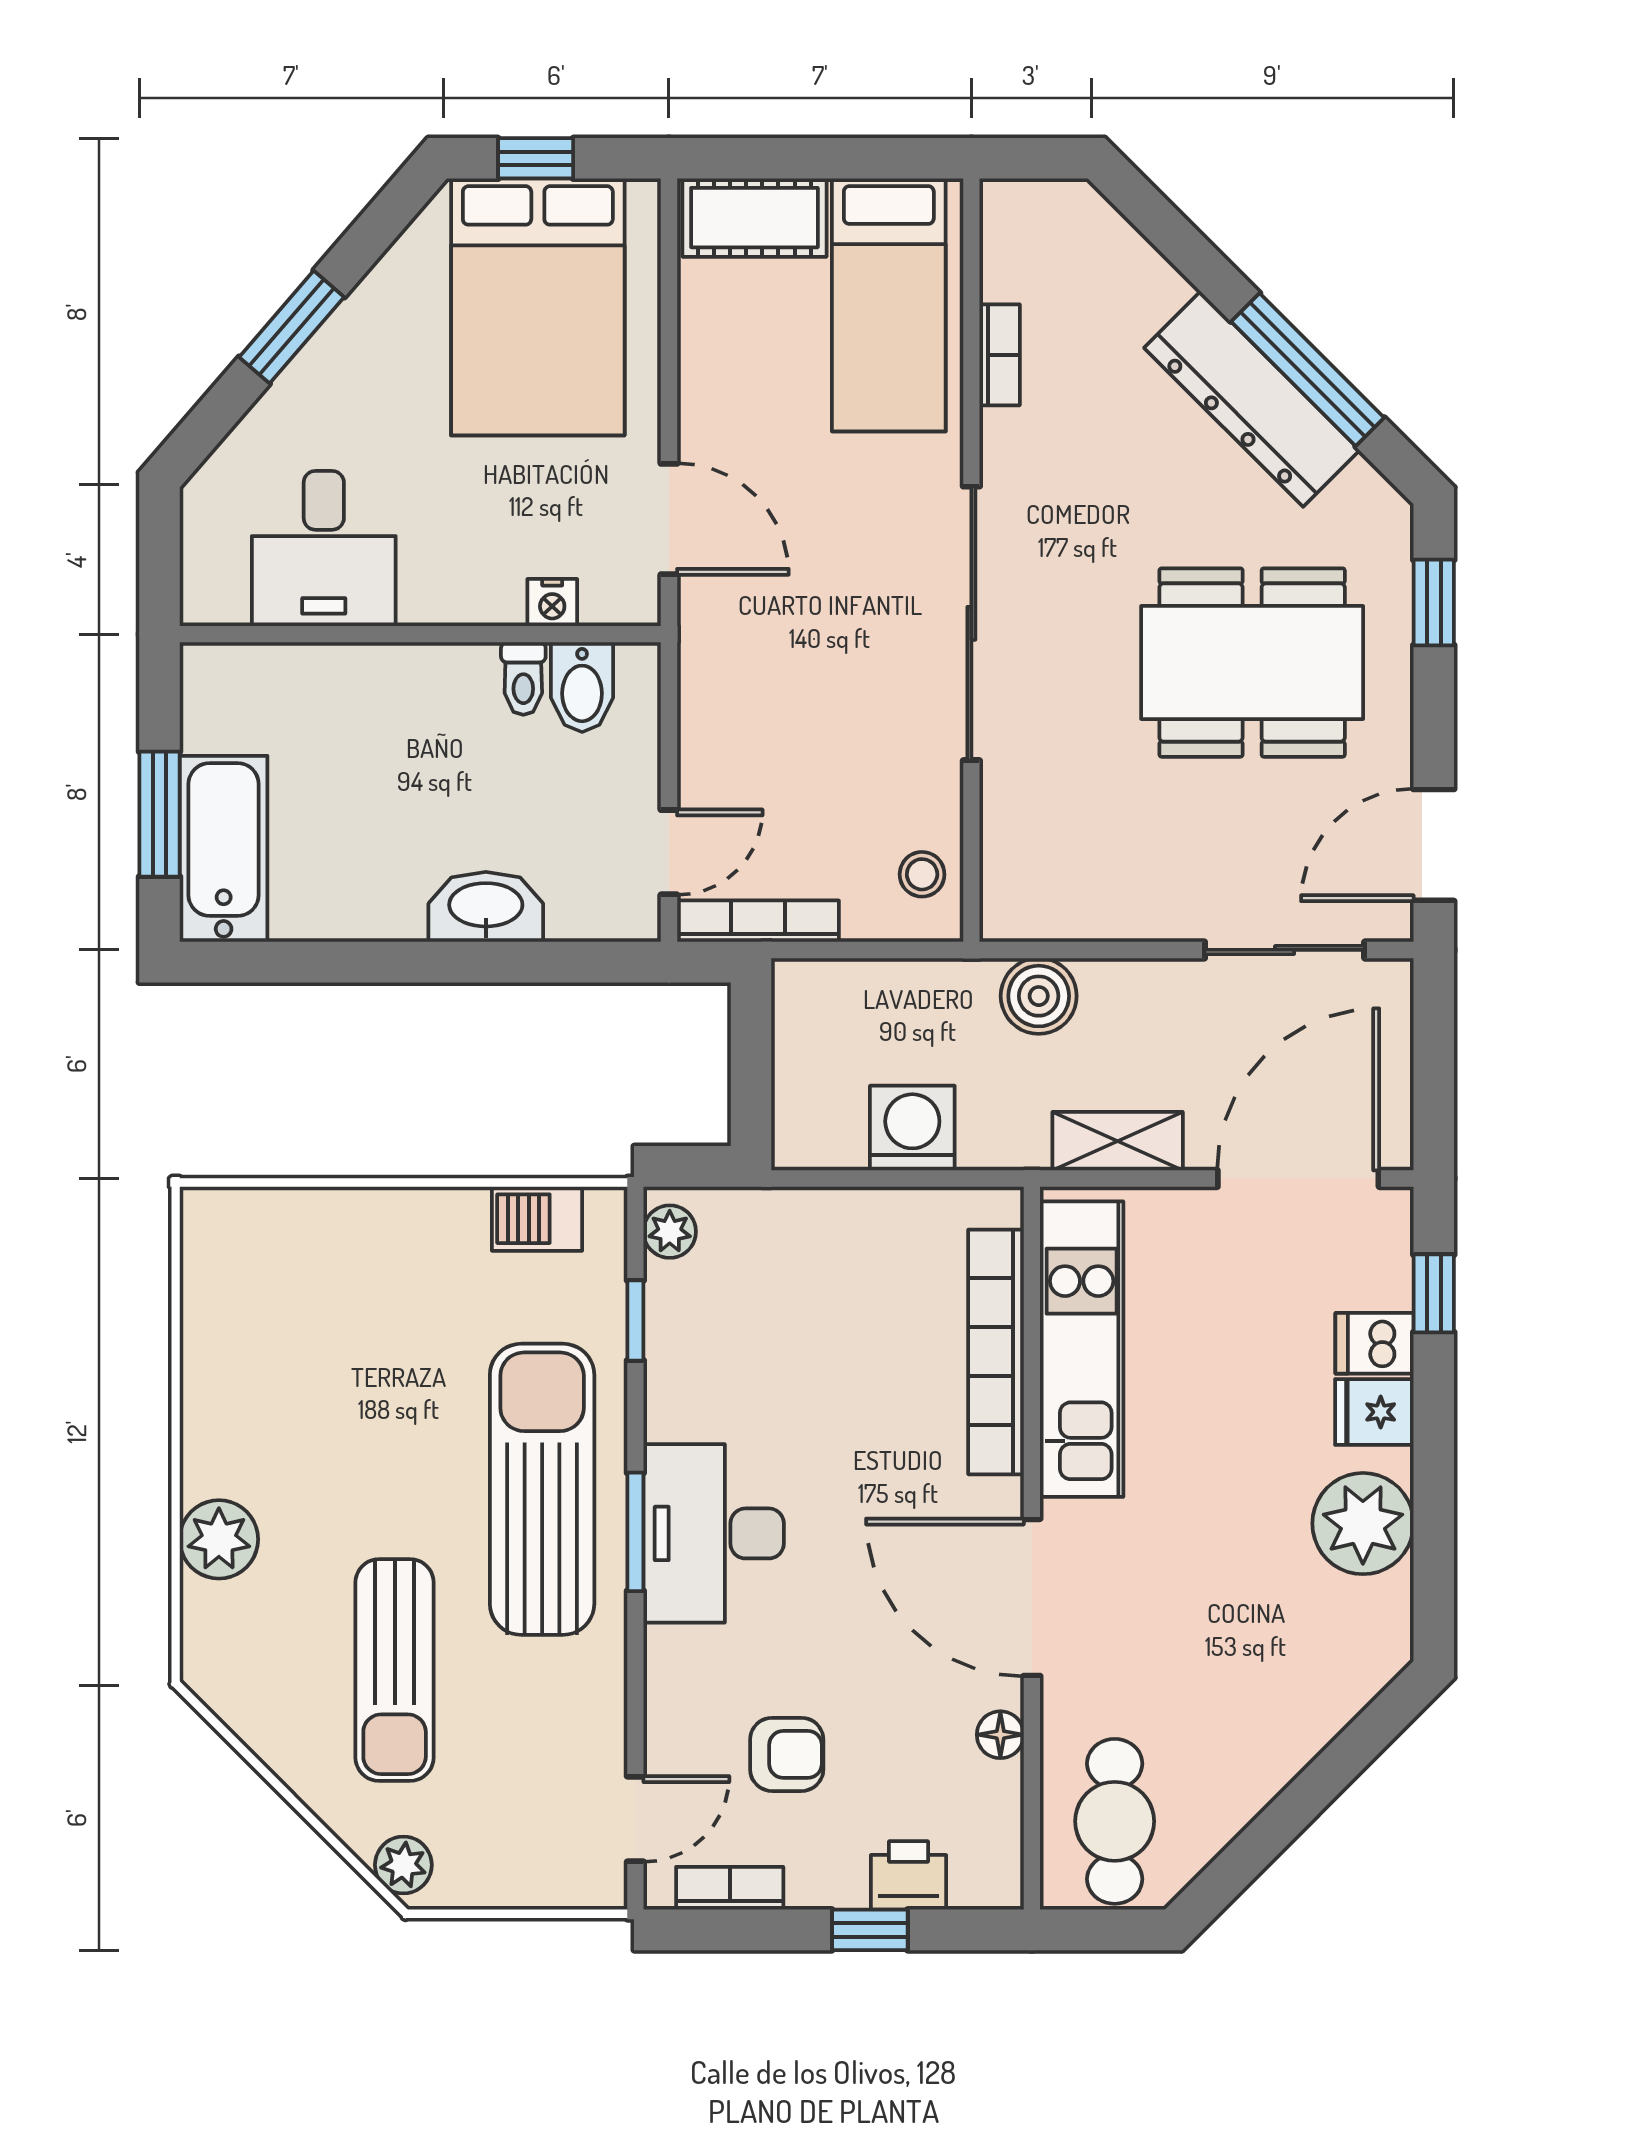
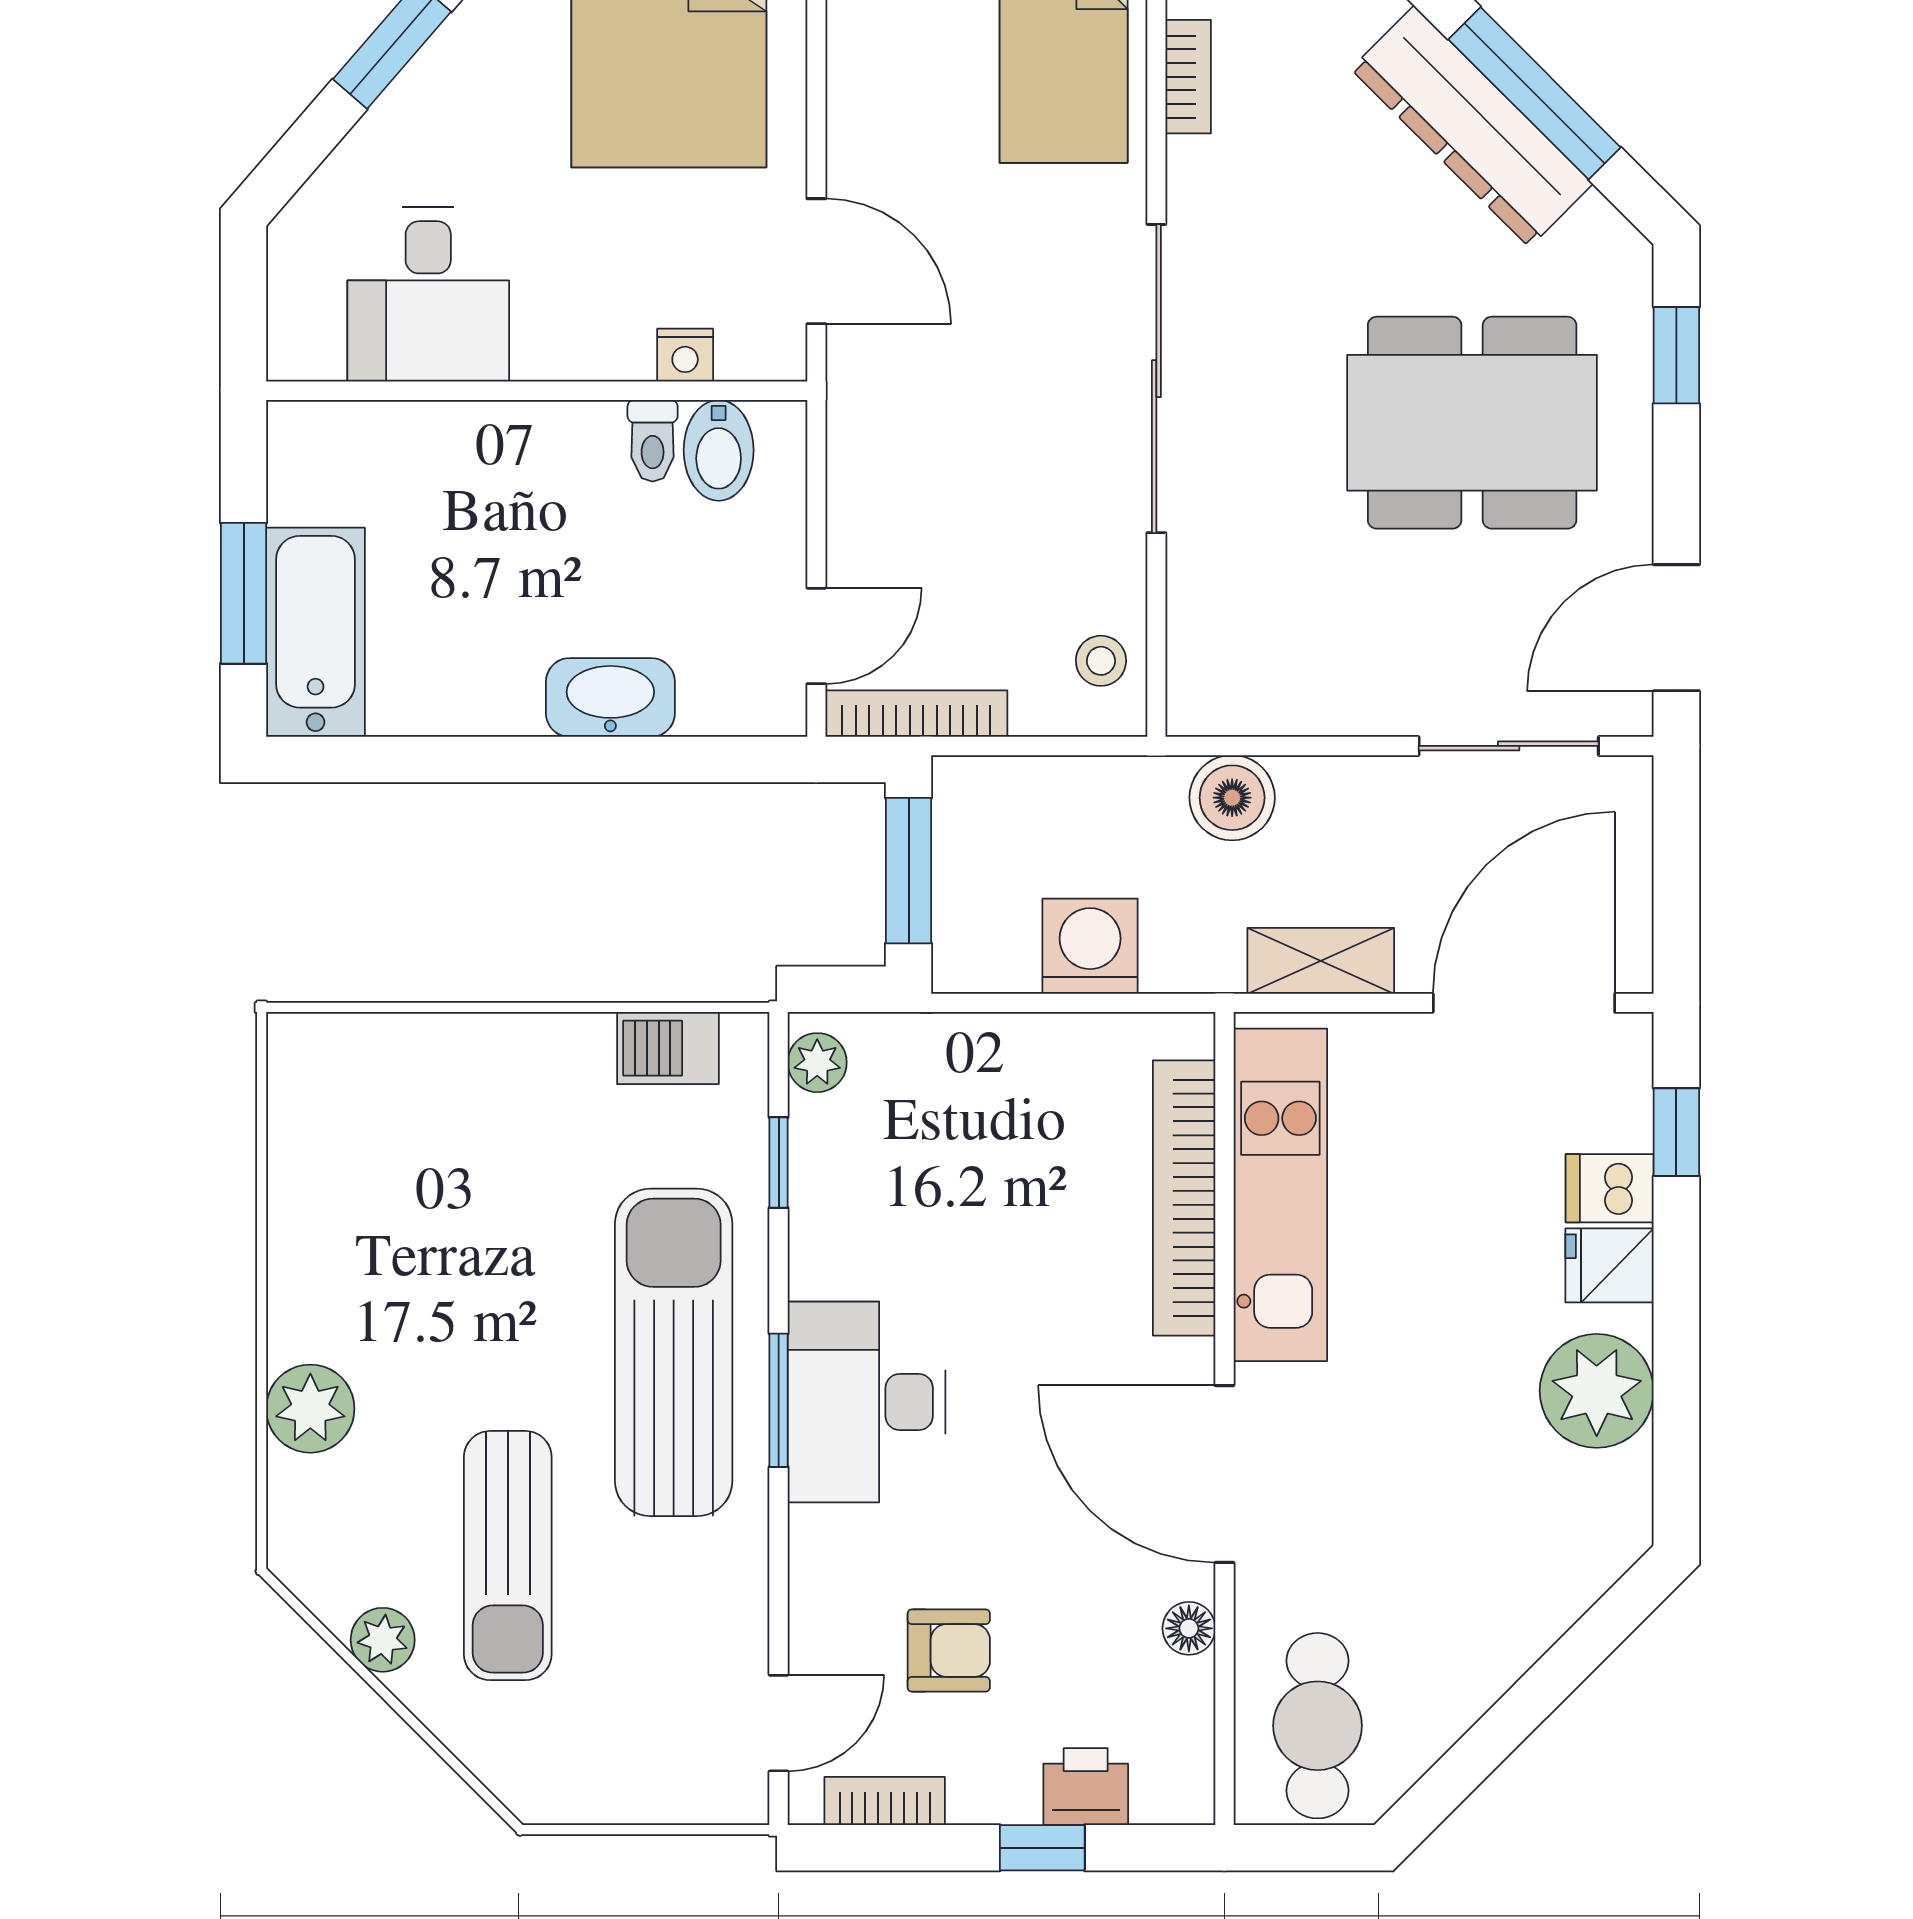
window: (751, 1061) -> (909, 871), added
plant: (403, 1865) -> (383, 1640), moved

